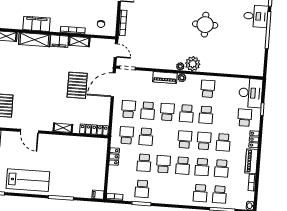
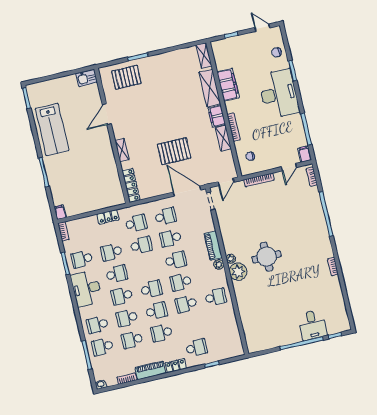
round table: (205, 25) -> (267, 257), moved
desk: (251, 93) -> (86, 289), moved, turned 90
school desk: (146, 137) -> (141, 245), turned 180

